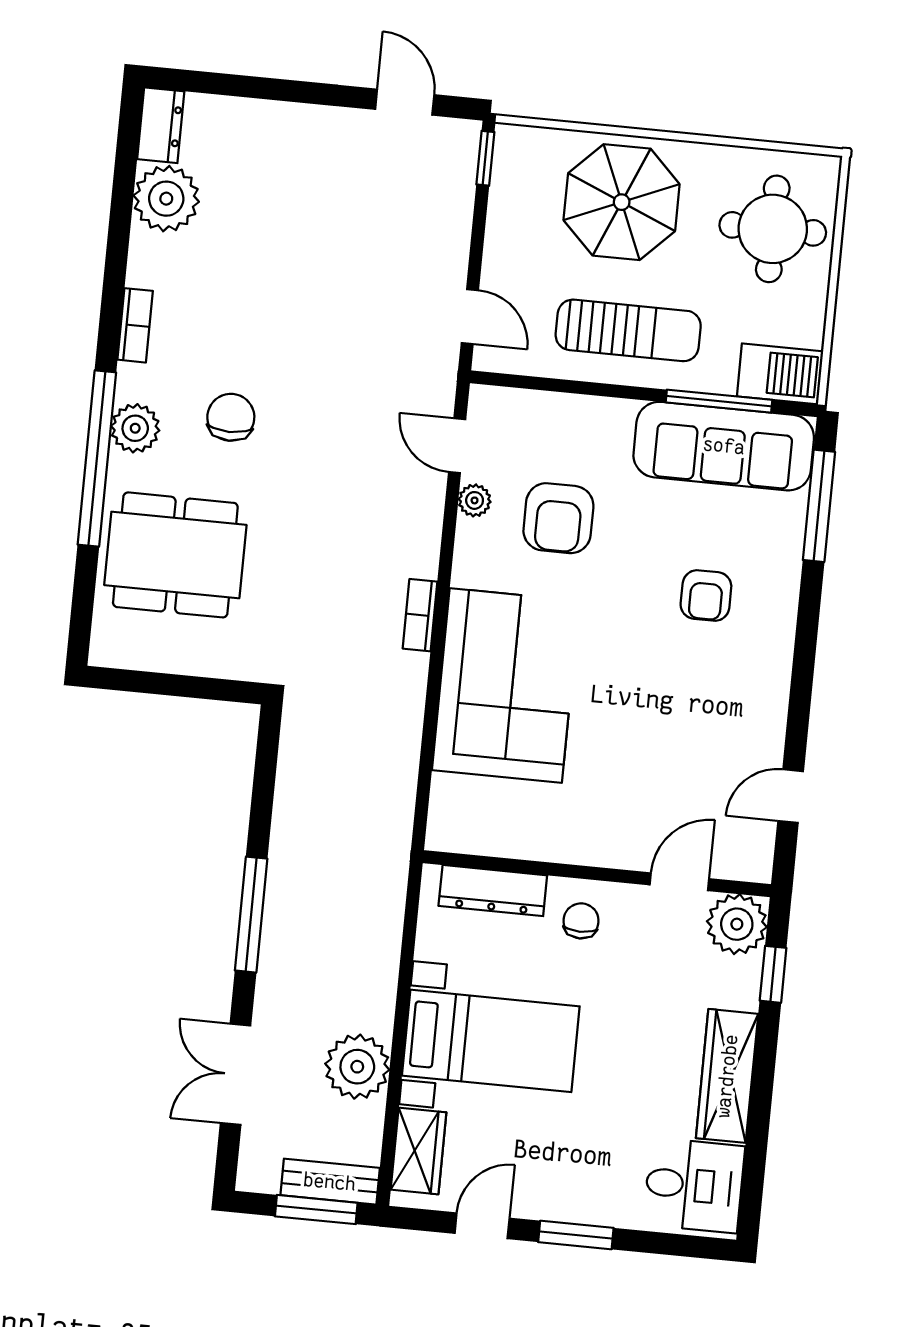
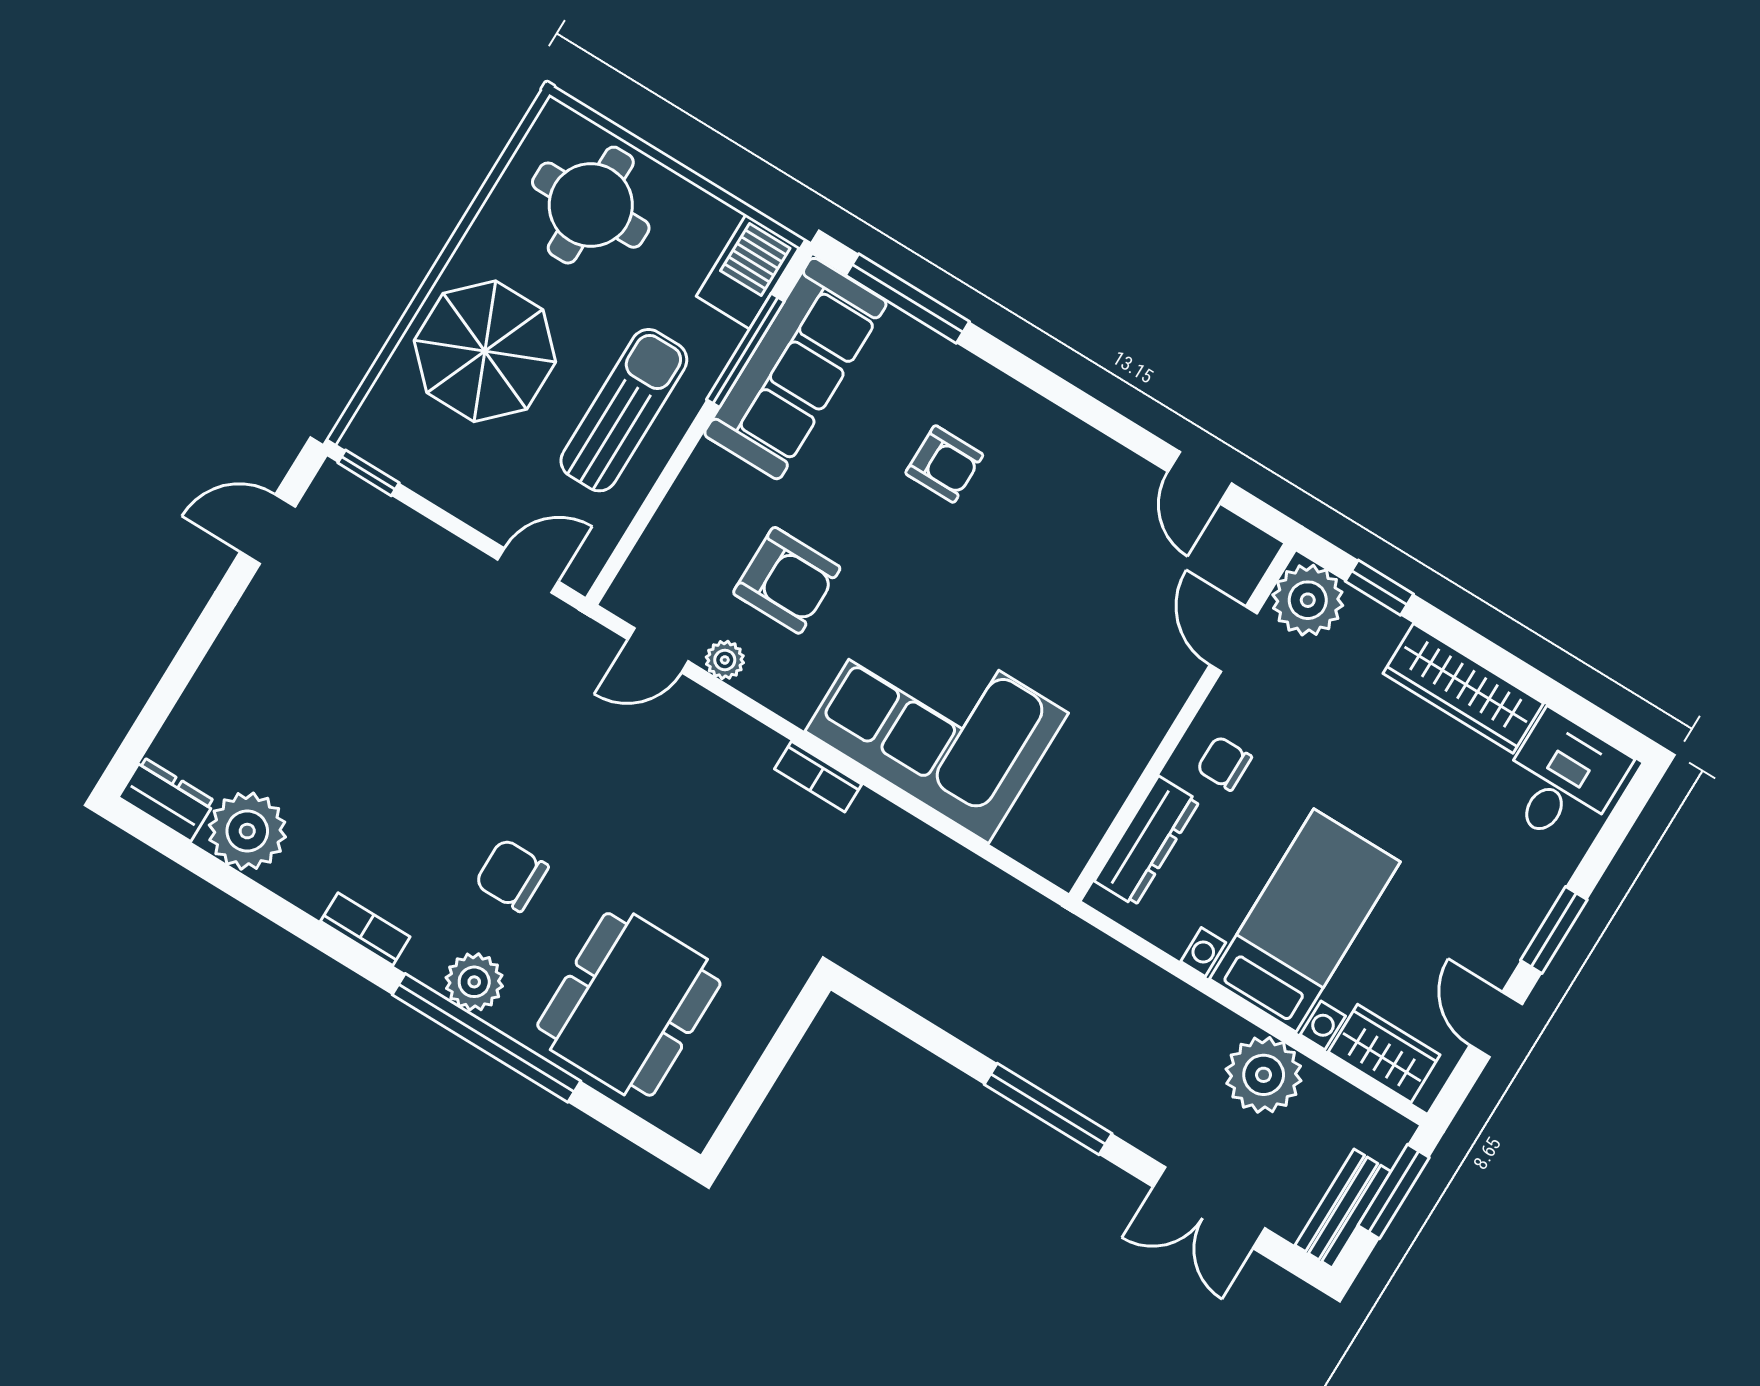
bench: (330, 1182) -> (1343, 1208), moved

